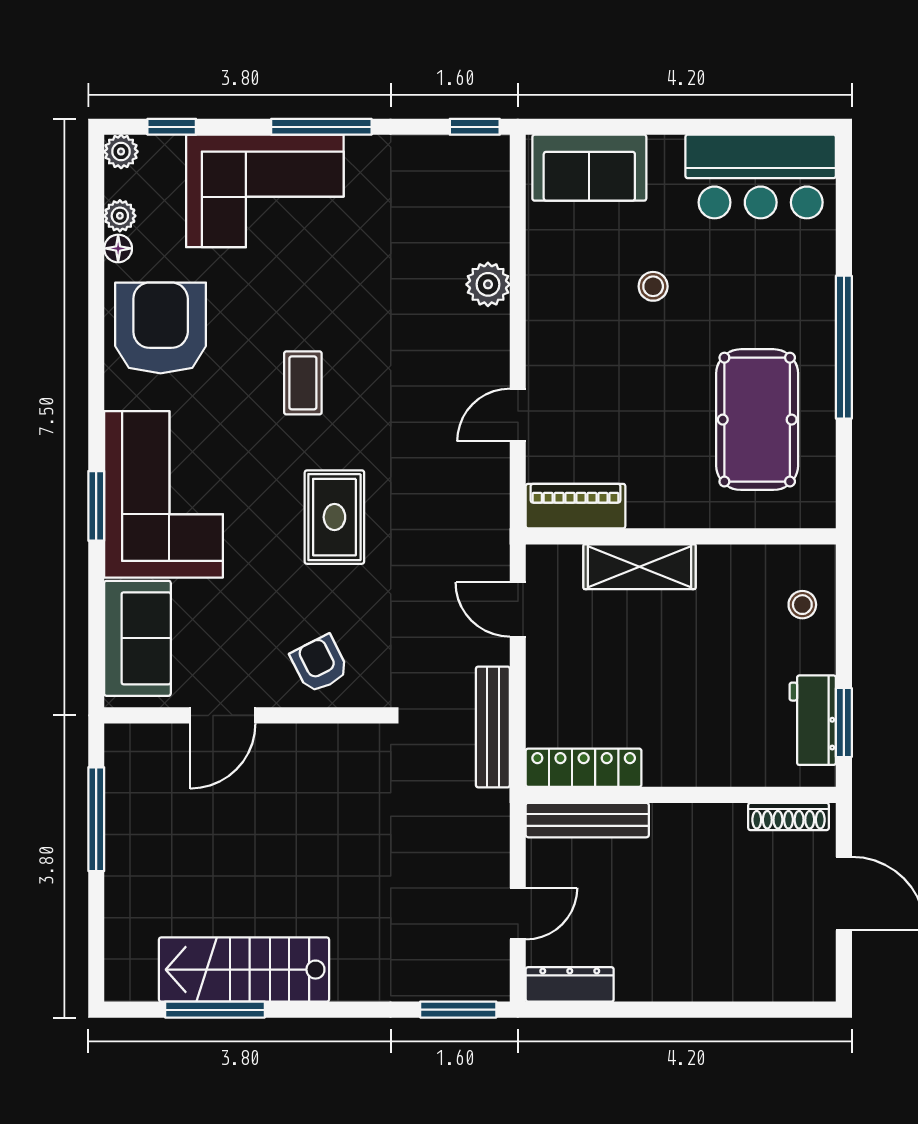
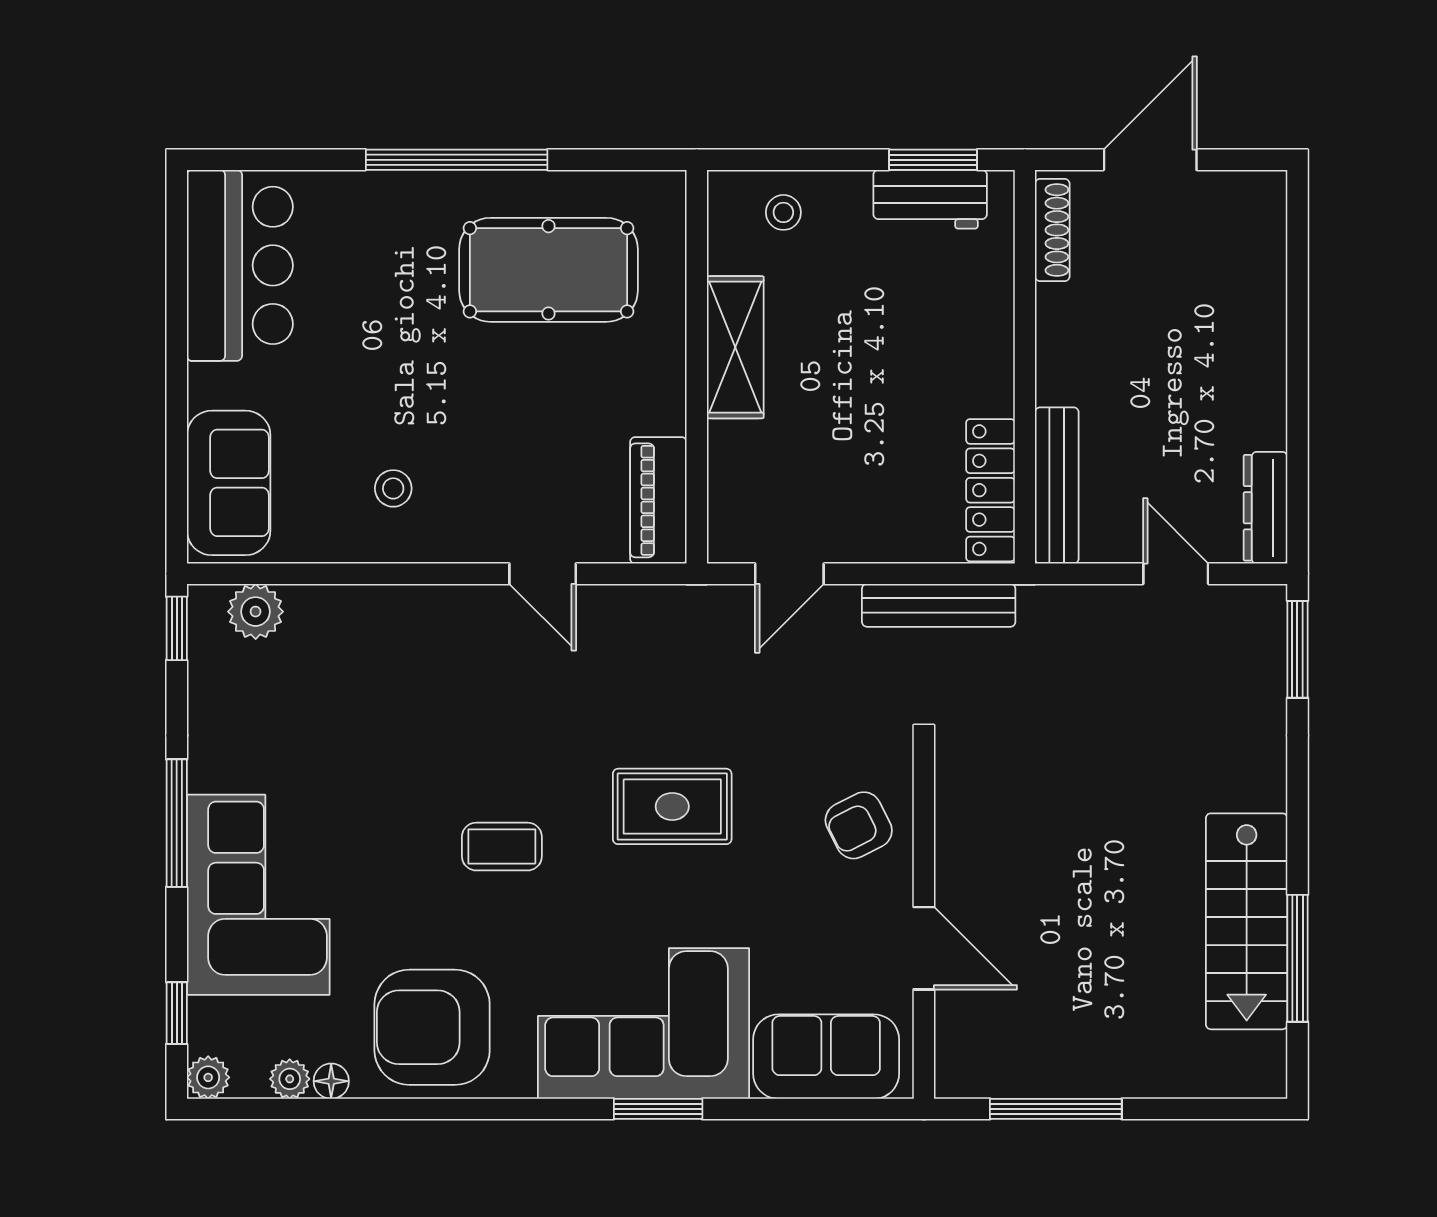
plant: (488, 284) -> (256, 612), moved
stool: (653, 286) -> (393, 488), moved
shelving: (640, 567) -> (735, 347), moved

